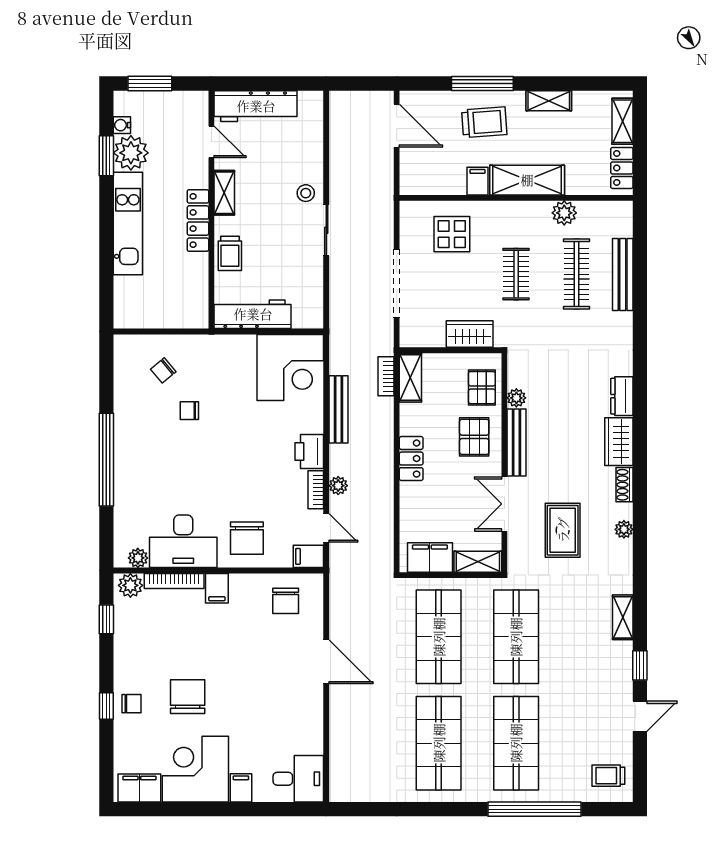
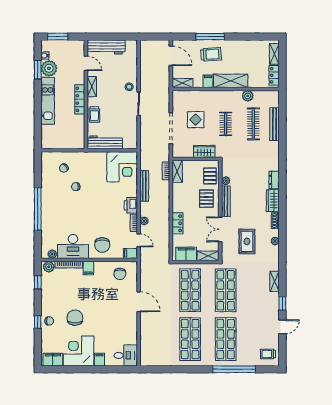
shelving: (549, 101) -> (182, 83), moved
display table: (452, 234) -> (196, 120), moved
locker: (411, 459) -> (178, 223), moved

